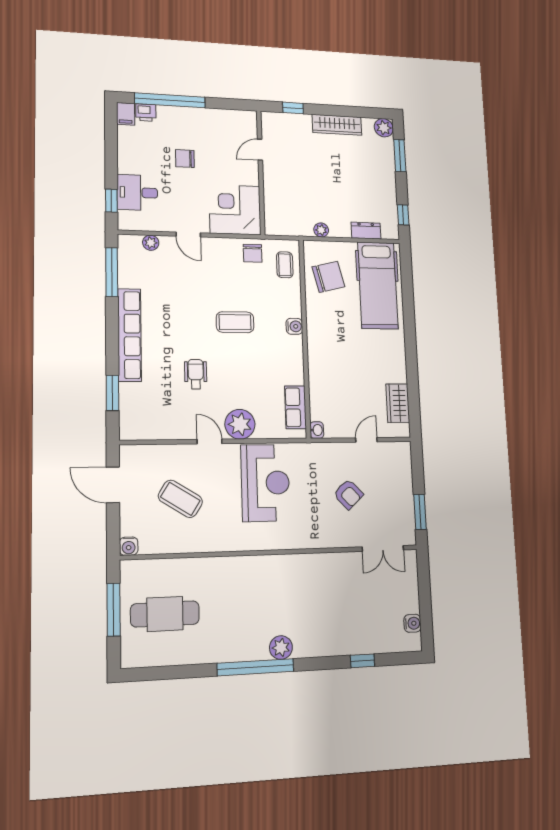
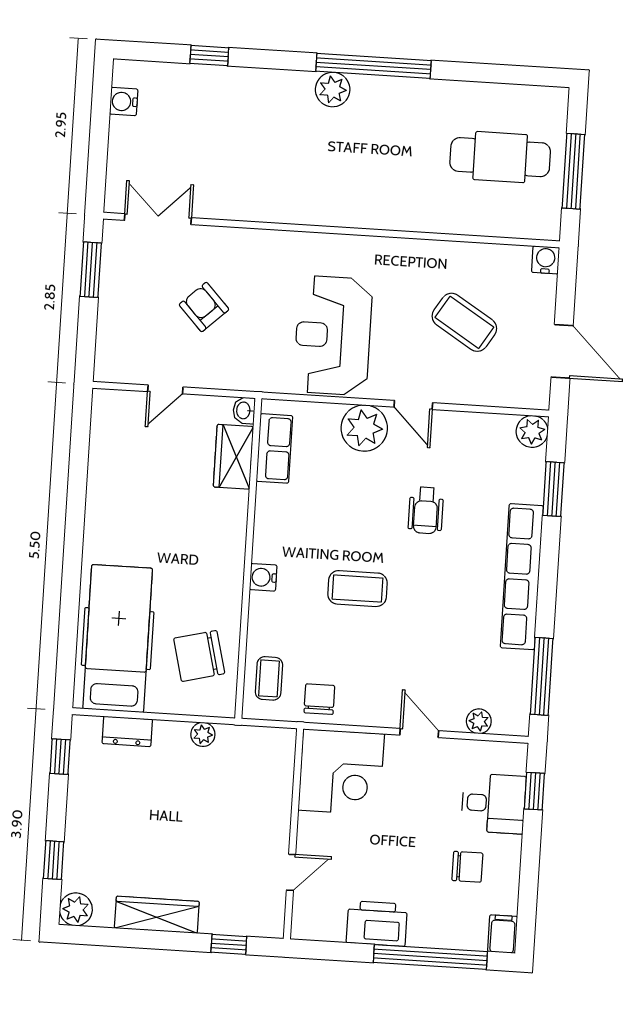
printer: (146, 113) -> (377, 924), moved, width x1.87, depth x1.48
window: (400, 156) -> (54, 860), width x0.67
chair: (185, 159) -> (467, 867), moved
wardrobe: (398, 403) -> (233, 457), moved, turned 180
plant: (129, 430) -> (532, 431), added

